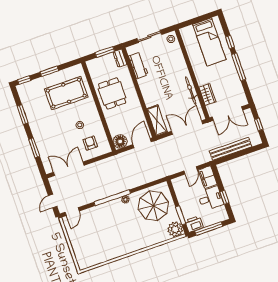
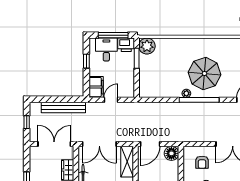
desk: (211, 198) -> (106, 50), moved, turned 90
parasol: (153, 206) -> (204, 73), moved

